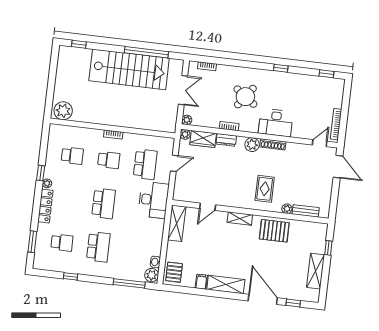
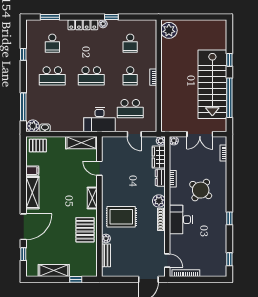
window: (79, 44) -> (229, 60), moved
rug: (265, 189) -> (121, 217), width x1.36, depth x1.43

